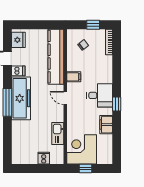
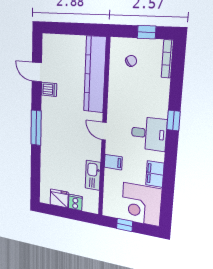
fridge: (18, 40) -> (59, 198), moved, turned -90
filing cabinet: (74, 77) -> (113, 162), moved
freezer: (21, 98) -> (51, 125), removed
window: (117, 104) -> (173, 120), moved
corner desk: (82, 149) -> (141, 204), moved, turned -90

